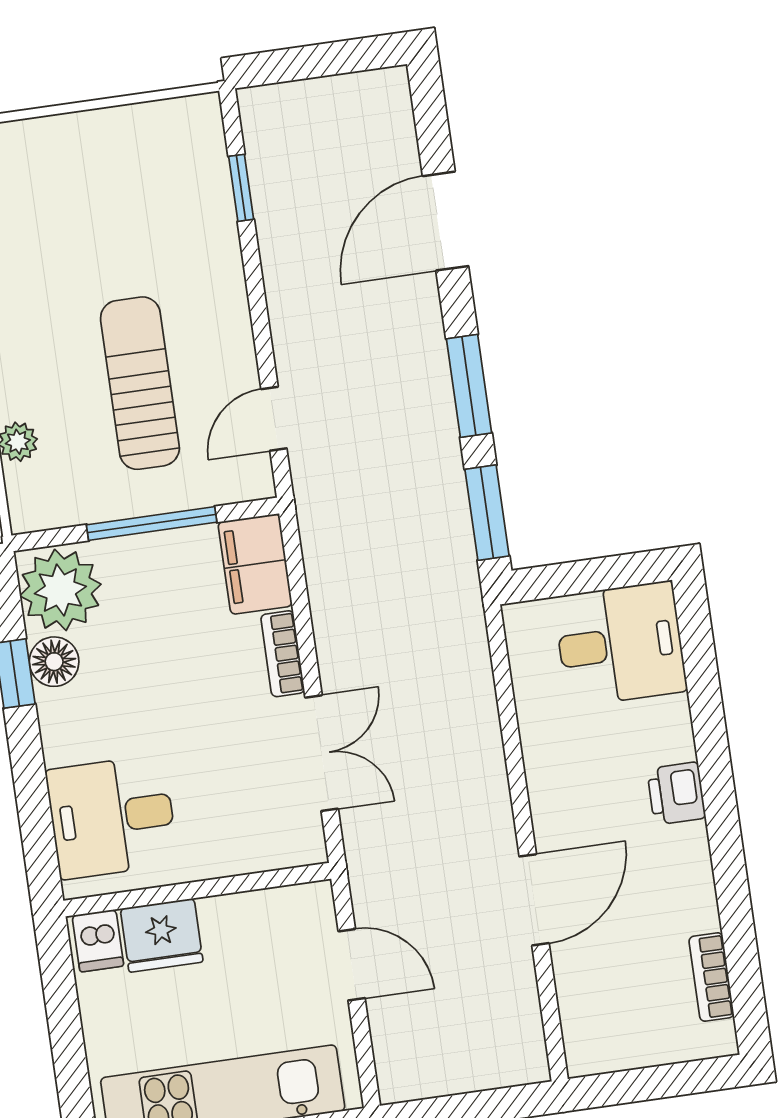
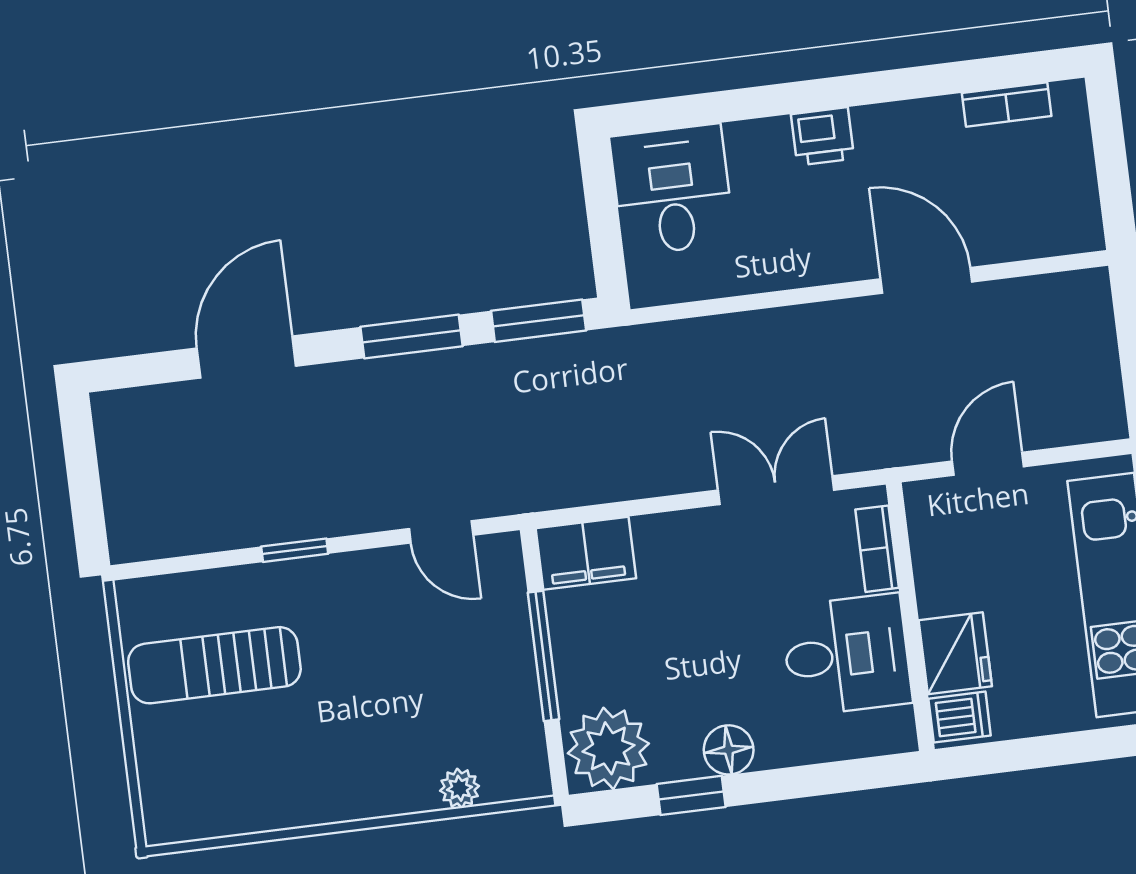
window: (241, 188) -> (295, 550), moved
door: (445, 221) -> (246, 357), swing flipped
sun lounger: (140, 383) -> (214, 665), moved
bookcase: (283, 654) -> (877, 549), moved, turned 90
floor lamp: (54, 662) -> (729, 750), moved
desk: (112, 817) -> (846, 655), moved, turned -90

